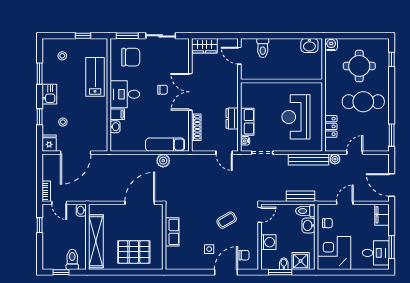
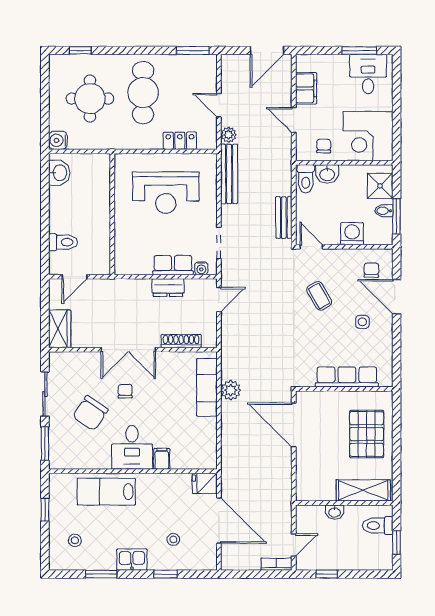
chair: (131, 57) -> (90, 413), moved, turned -146
washbasin: (115, 127) -> (180, 462), removed
fridge: (49, 143) -> (205, 483), moved
bench: (300, 196) -> (284, 218), moved
washbasin: (81, 210) -> (335, 512), moved
filing cabinet: (382, 215) -> (306, 88), moved, turned -90
row of seats: (172, 232) -> (347, 377), width x1.48
shelving: (96, 241) -> (363, 490), width x0.68

